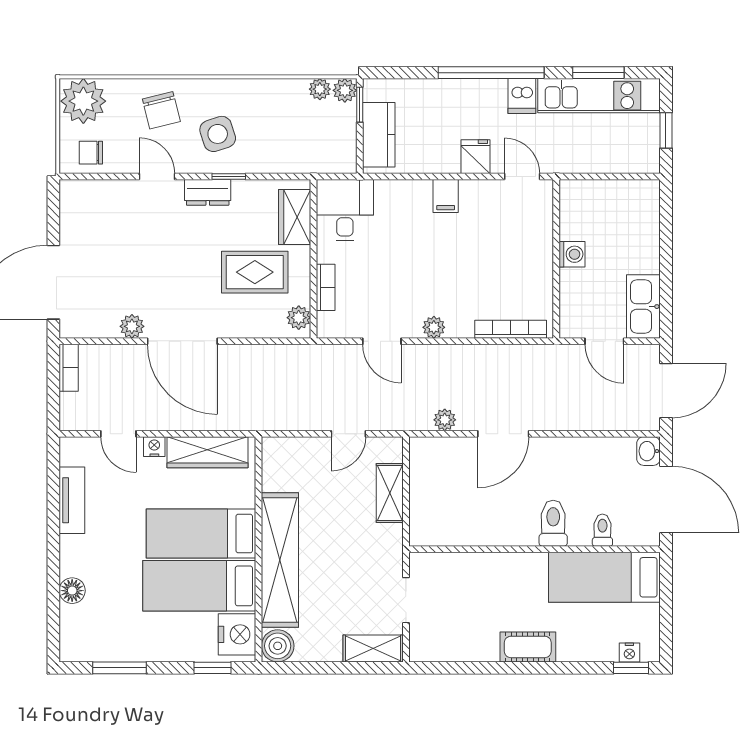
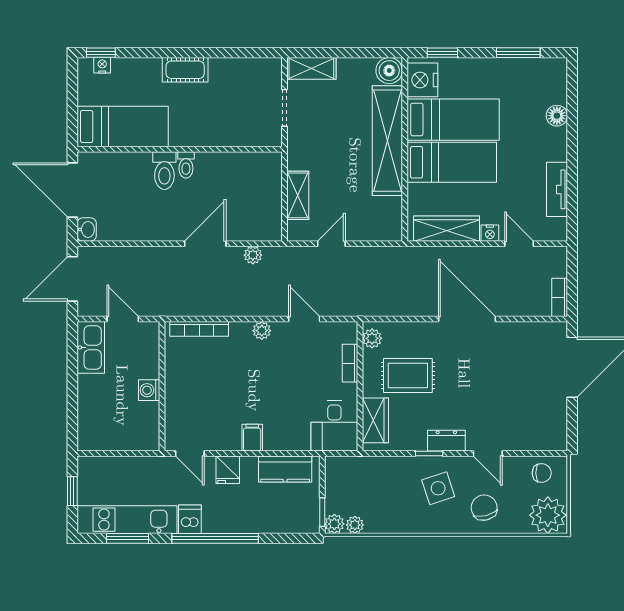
kitchen counter: (379, 135) -> (285, 469), moved, turned -90
plant: (132, 326) -> (508, 331), removed
toilet: (602, 530) -> (186, 165), moved

